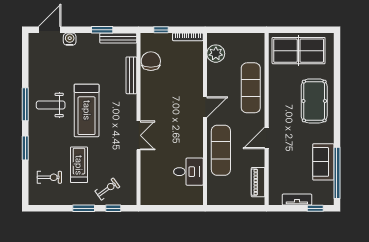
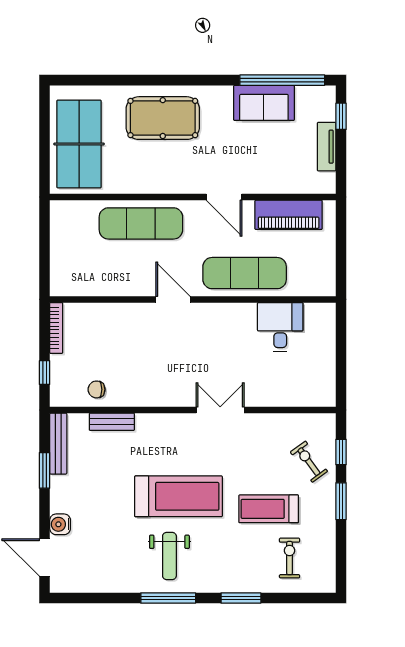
plant: (216, 54) -> (84, 282), removed
chair: (151, 61) -> (96, 389), width x0.54, depth x0.54
bench: (131, 75) -> (112, 422), width x0.73
piano: (258, 182) -> (289, 215), width x1.37, depth x1.33

